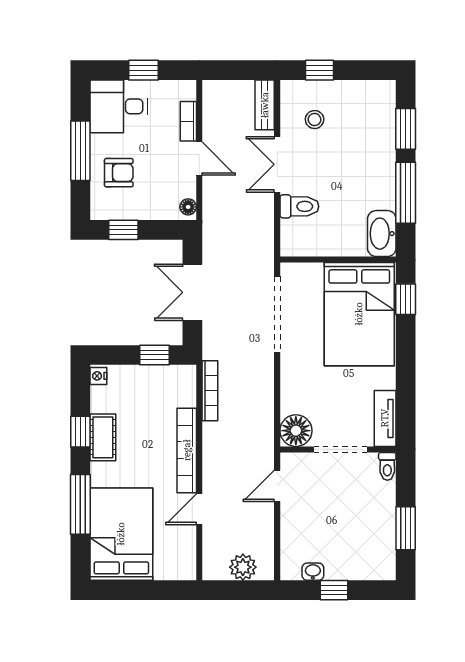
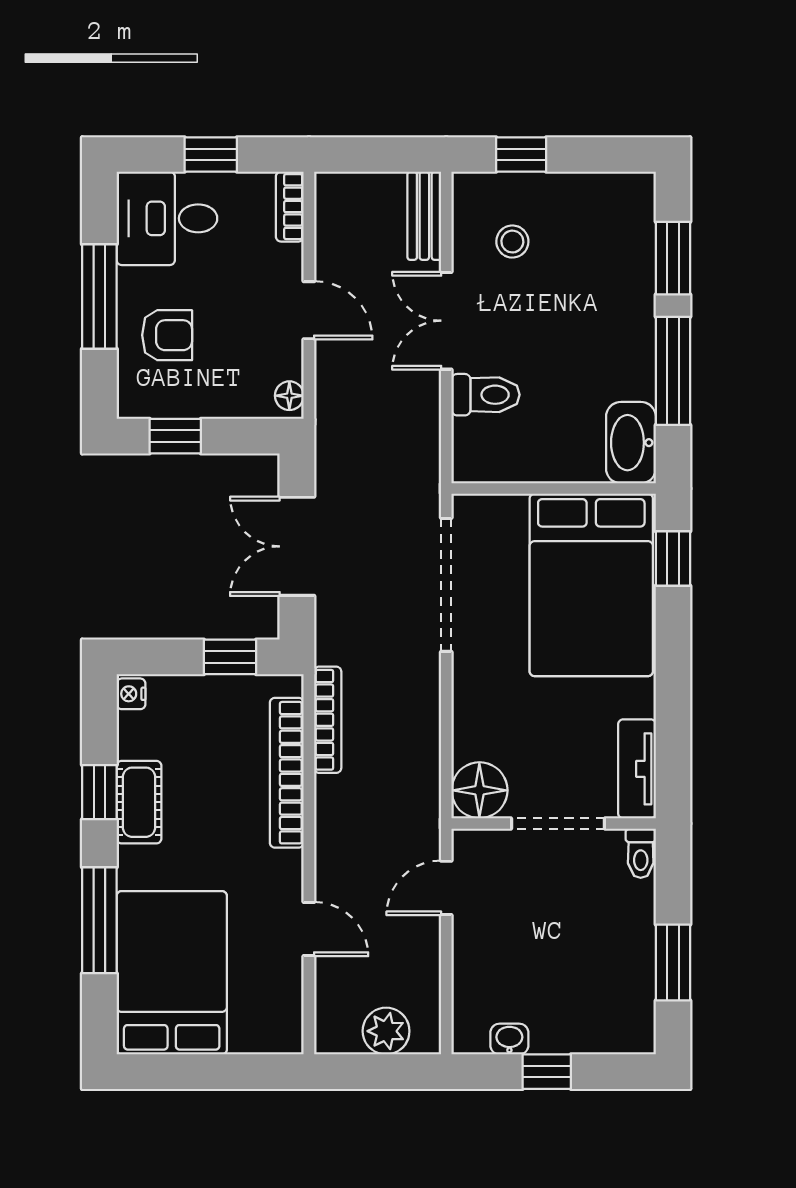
bookcase: (188, 121) -> (290, 207), moved
bookcase: (187, 450) -> (287, 773), moved
door: (199, 509) -> (309, 929), swing flipped

